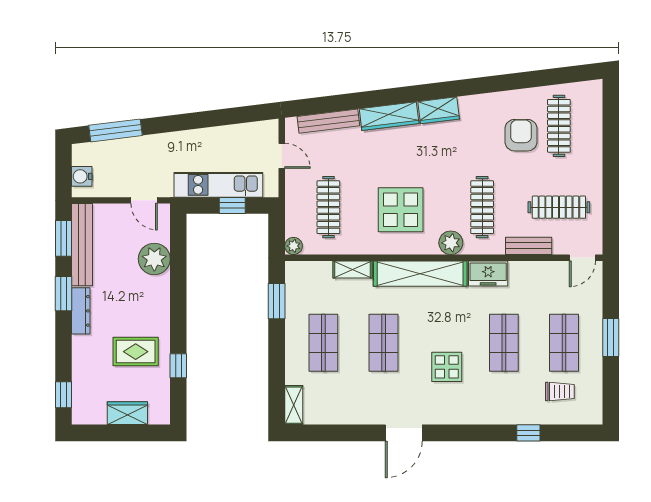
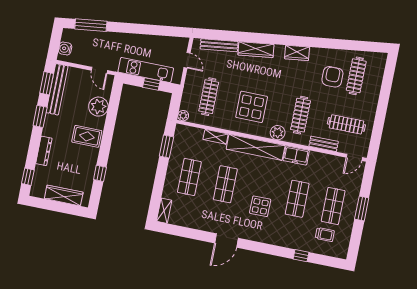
wardrobe: (439, 110) -> (297, 53), moved
dresser: (81, 311) -> (44, 151), moved
rug: (136, 352) -> (87, 136), moved
wardrobe: (127, 413) -> (64, 195), width x1.50

